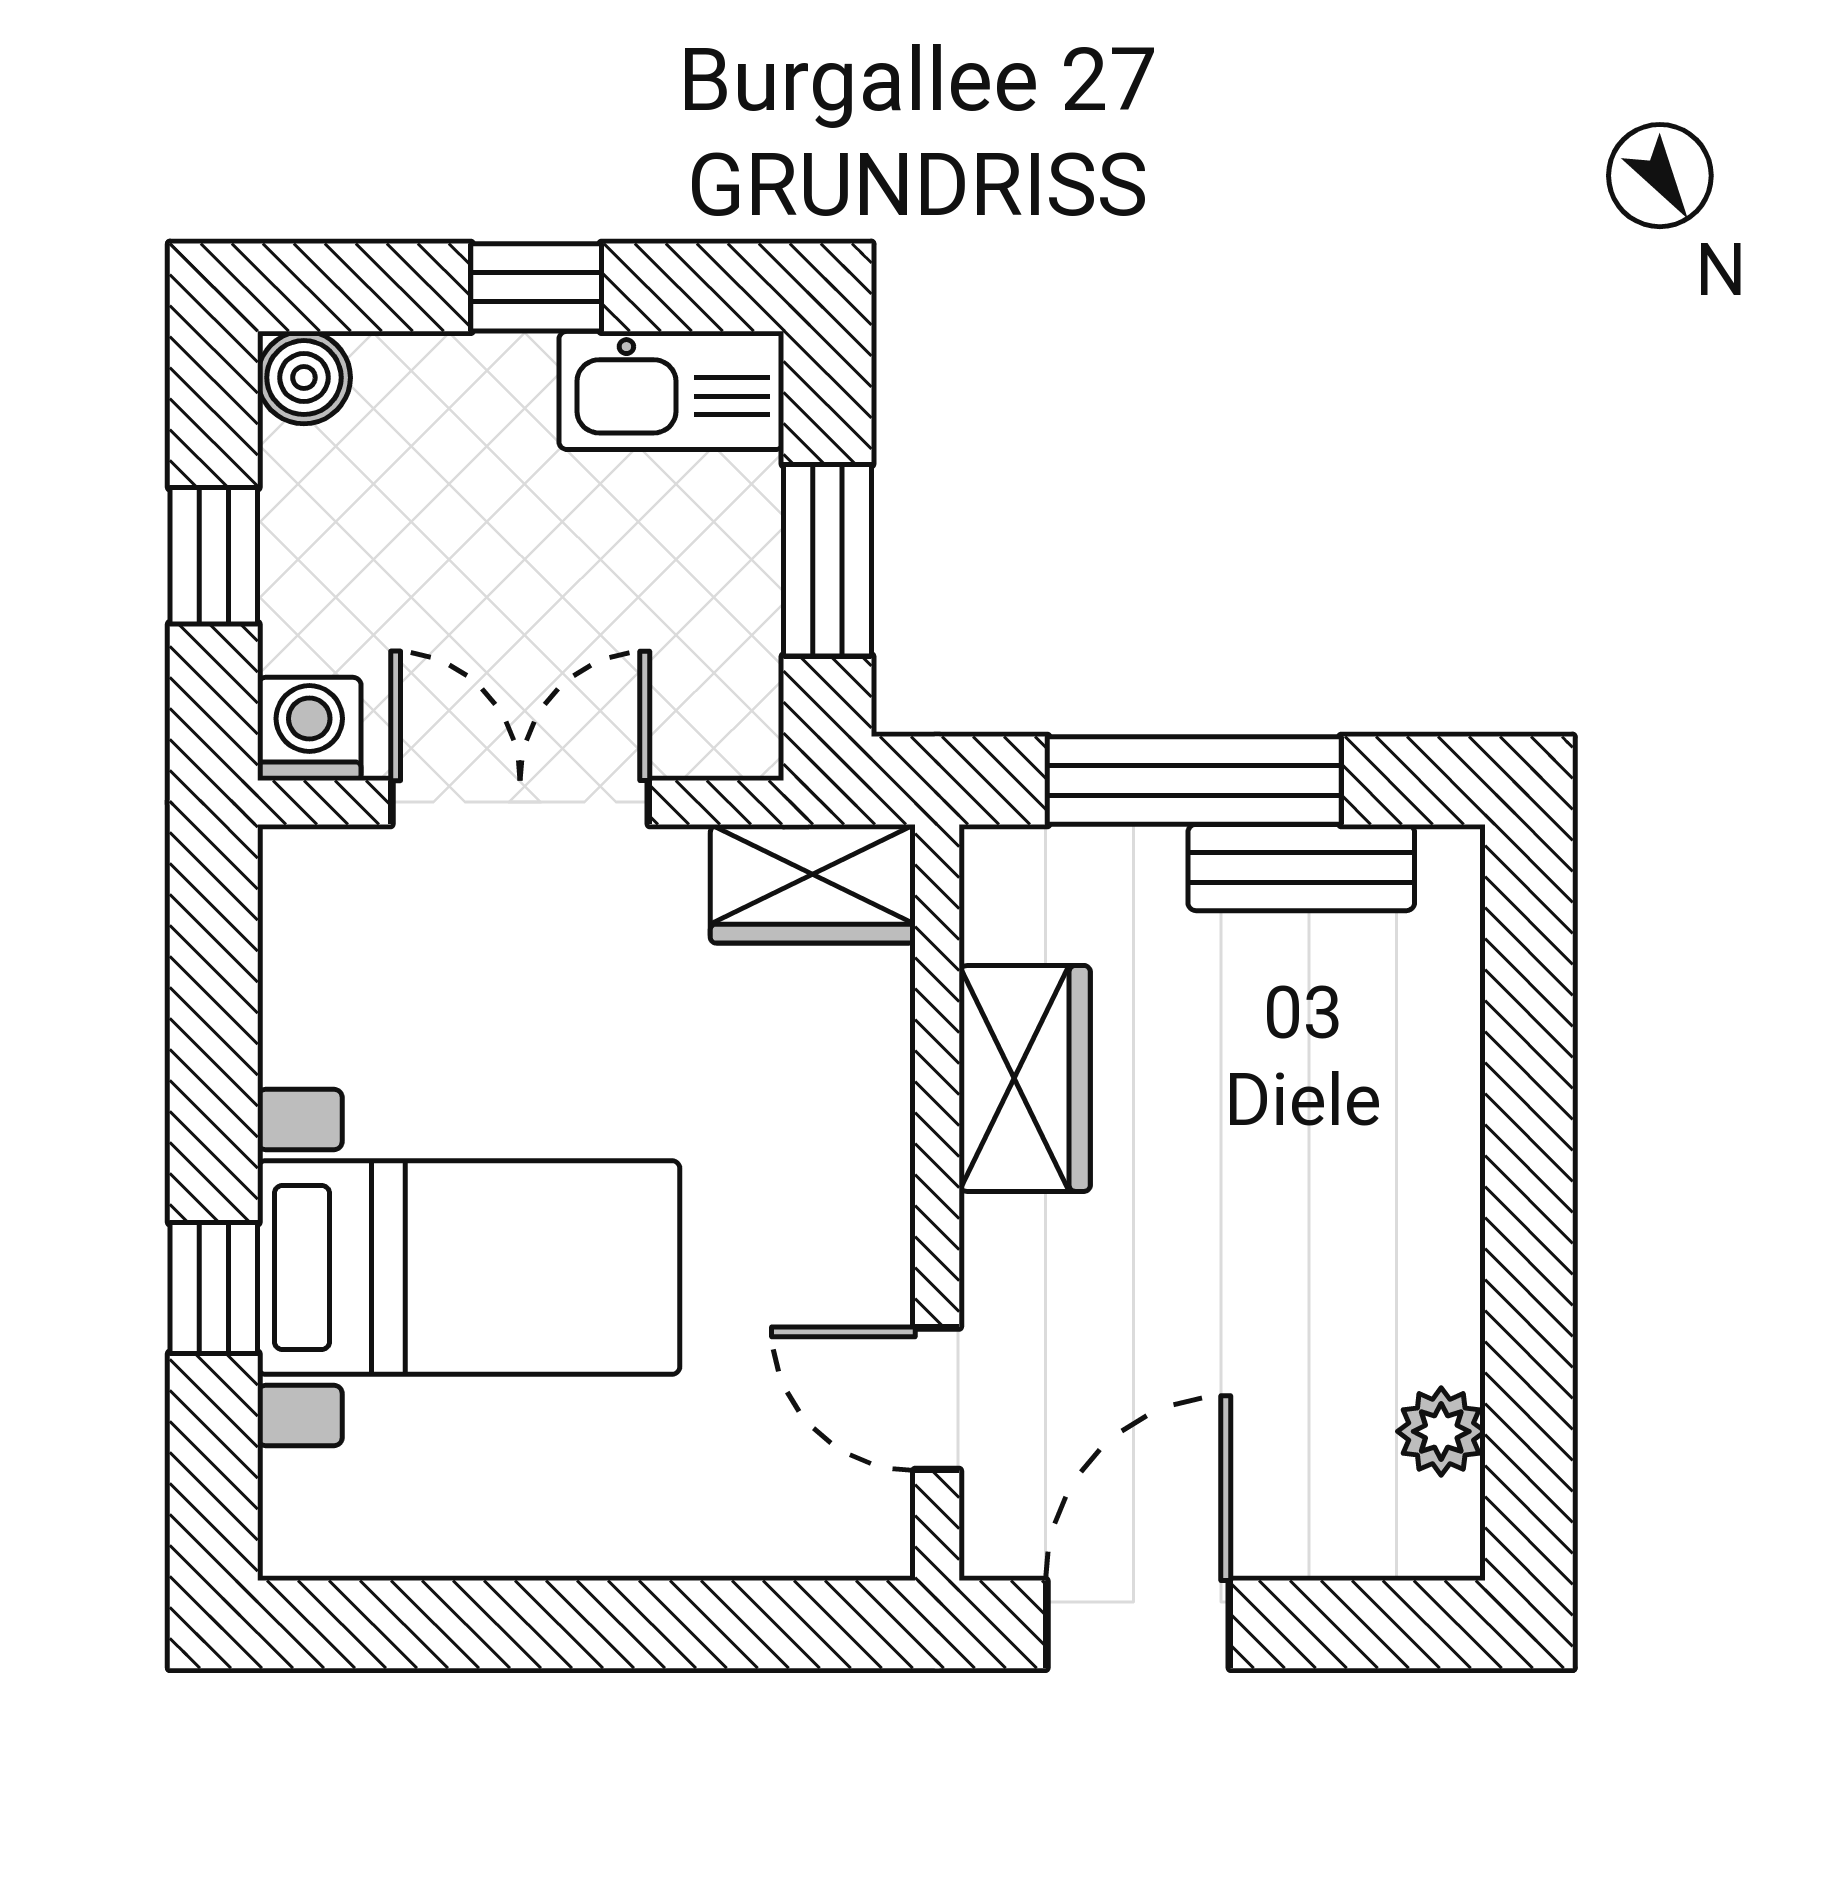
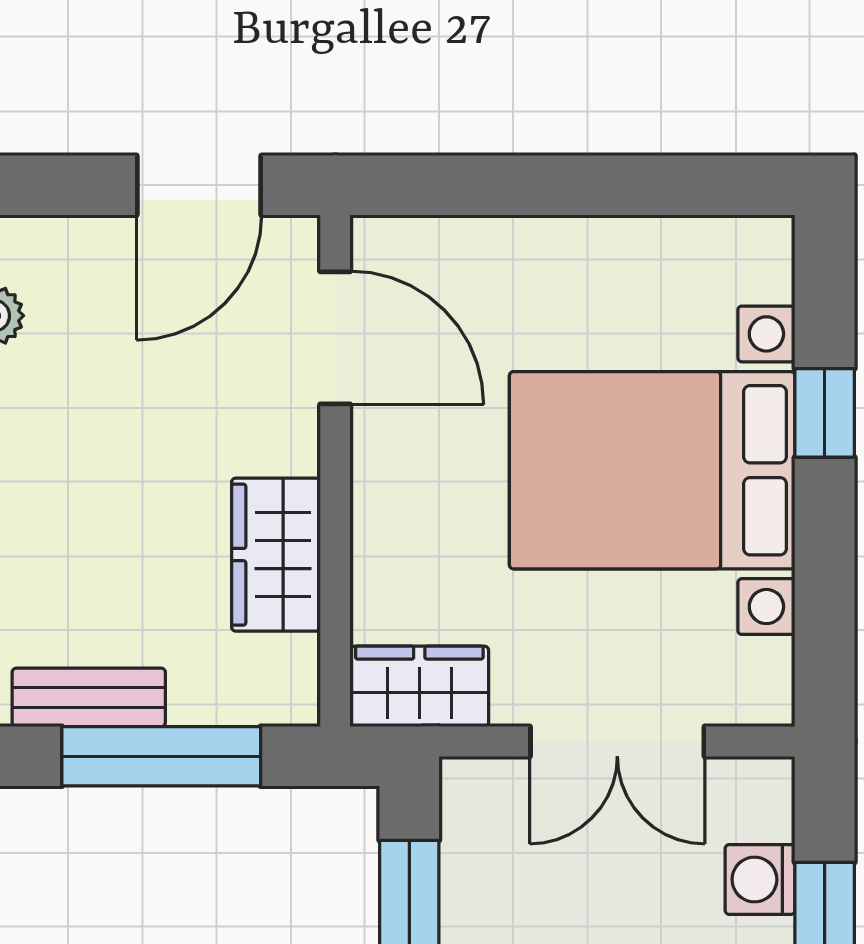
washing machine: (309, 729) -> (760, 879), moved, turned 90
bed with nightstands: (469, 1268) -> (652, 470), width x1.36
door: (937, 1399) -> (335, 338), width x1.38

